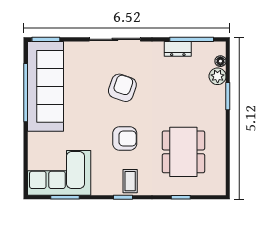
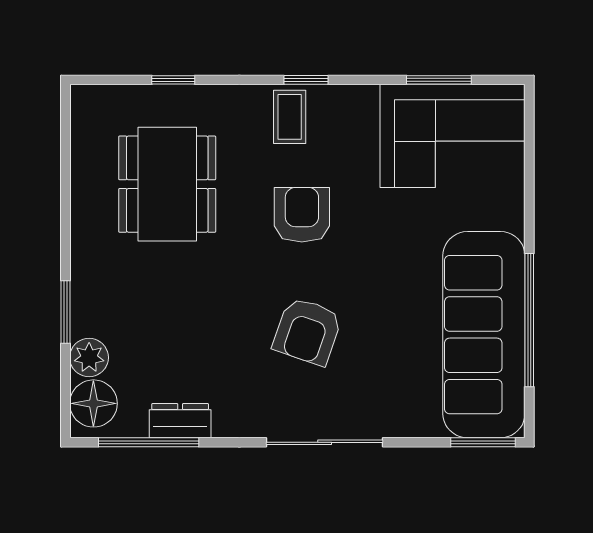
floor lamp: (220, 61) -> (93, 403), width x1.89, depth x1.89
armchair: (125, 139) -> (302, 215), turned 90

